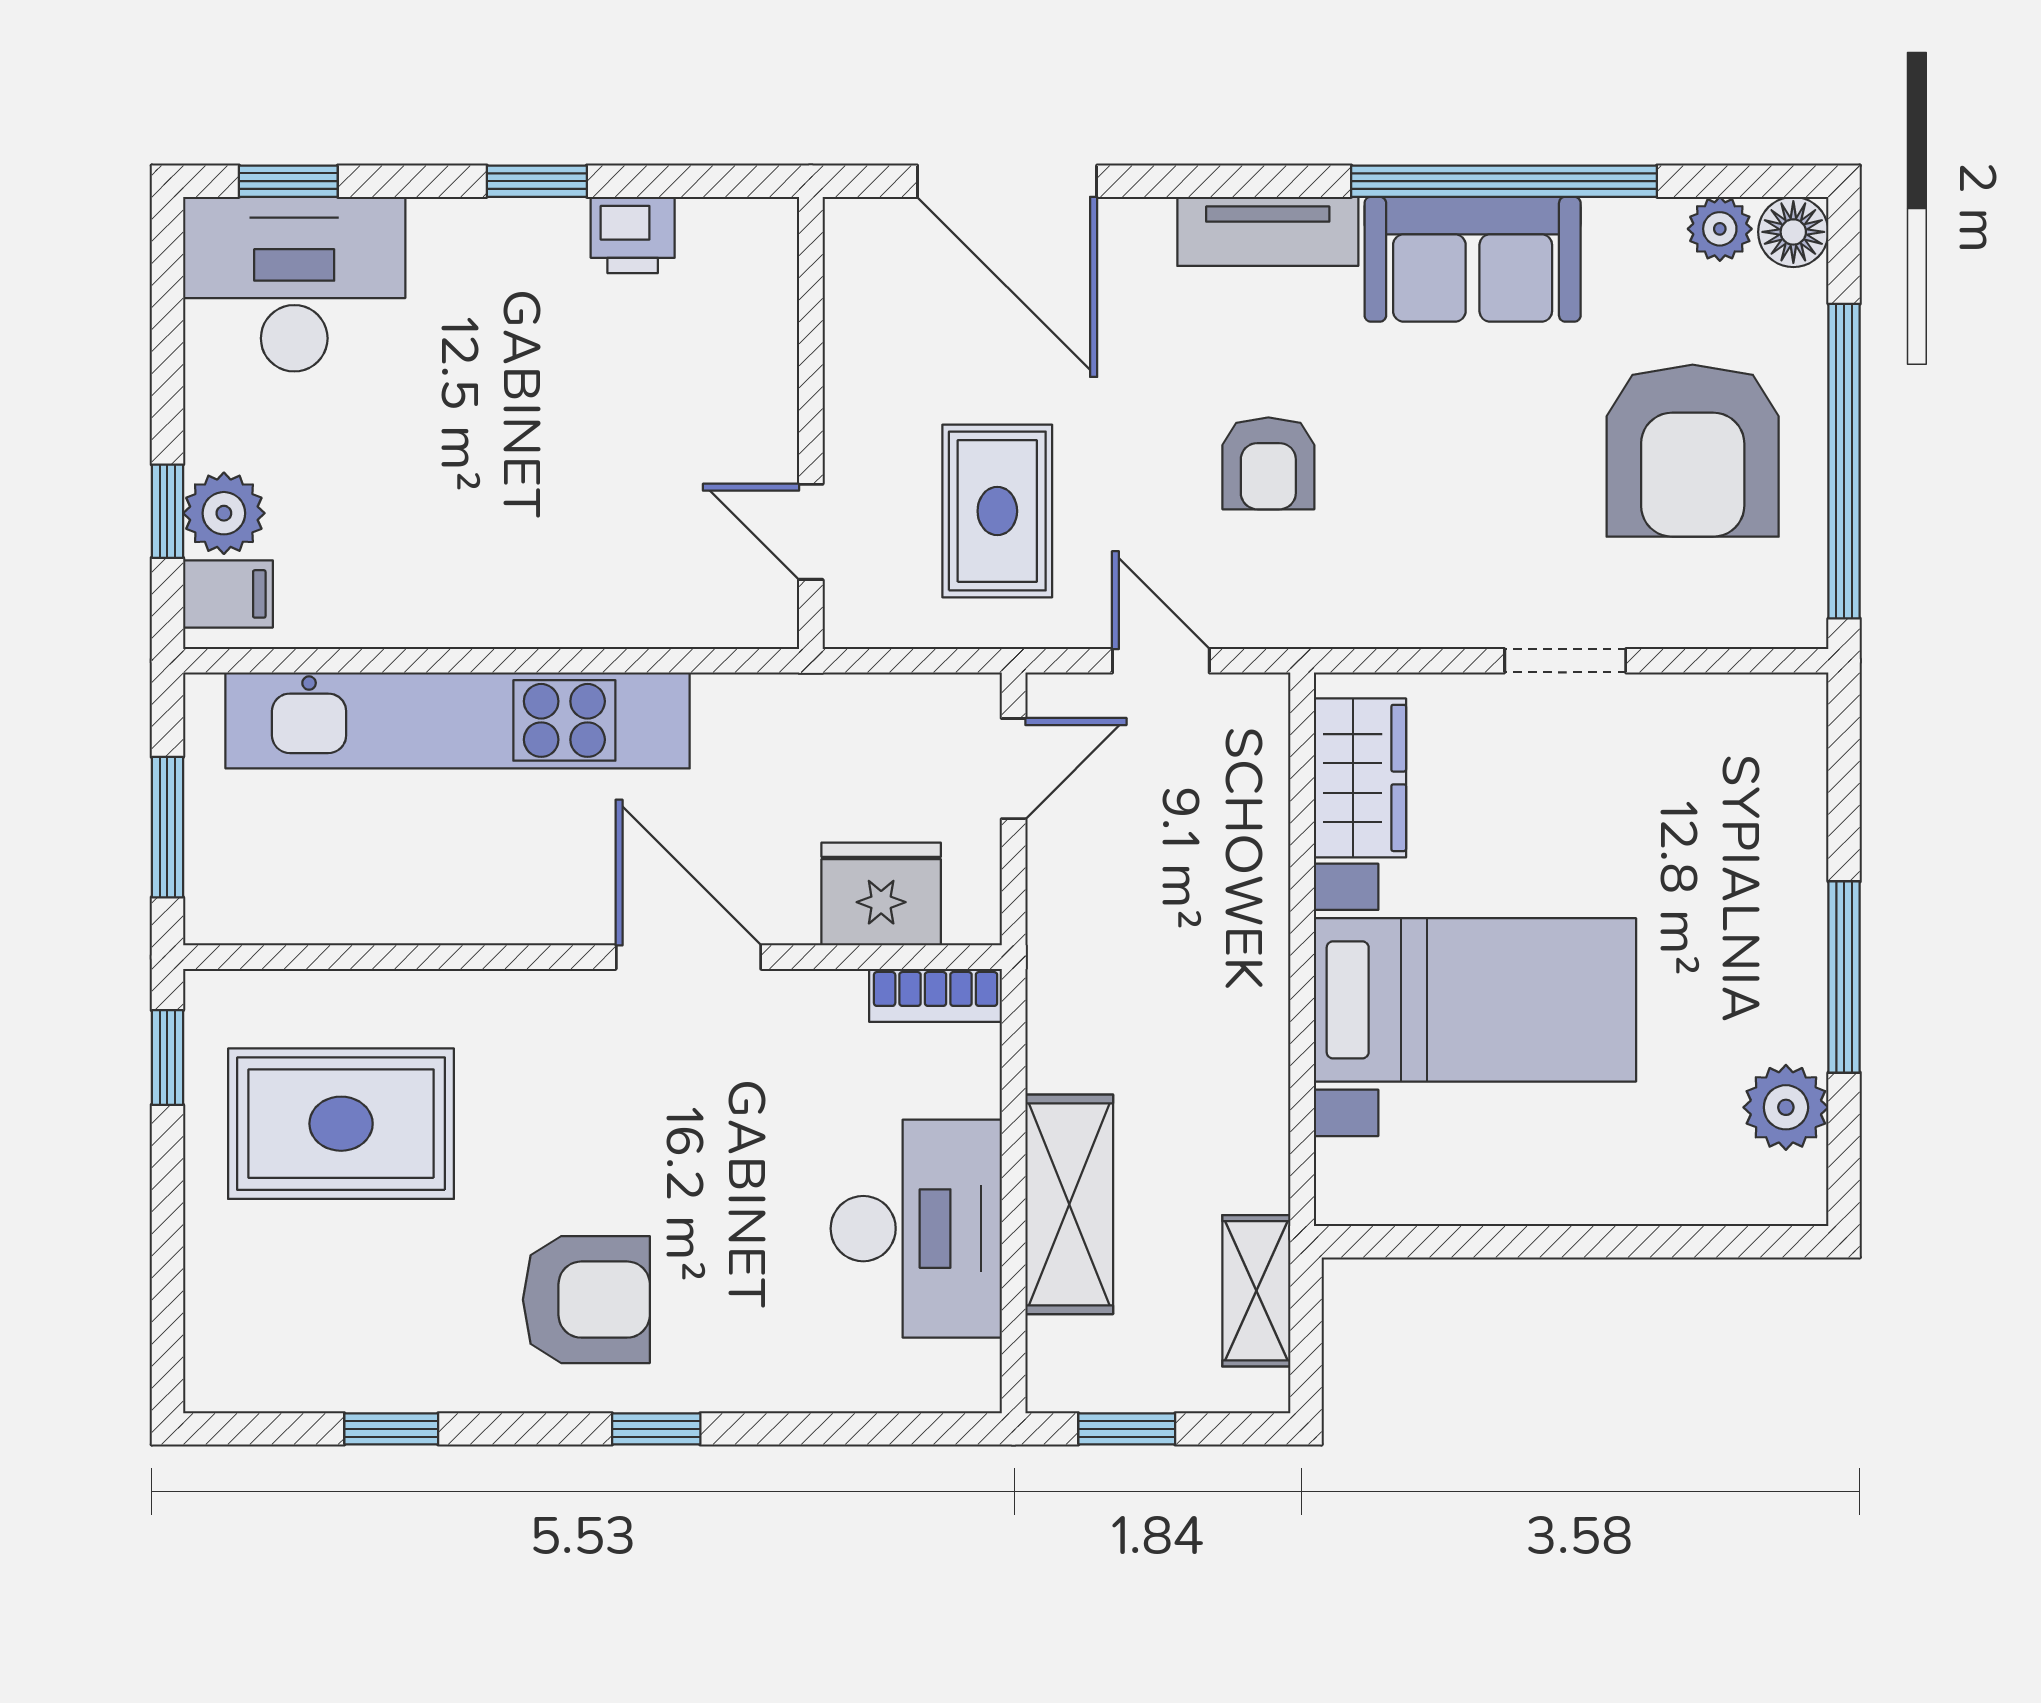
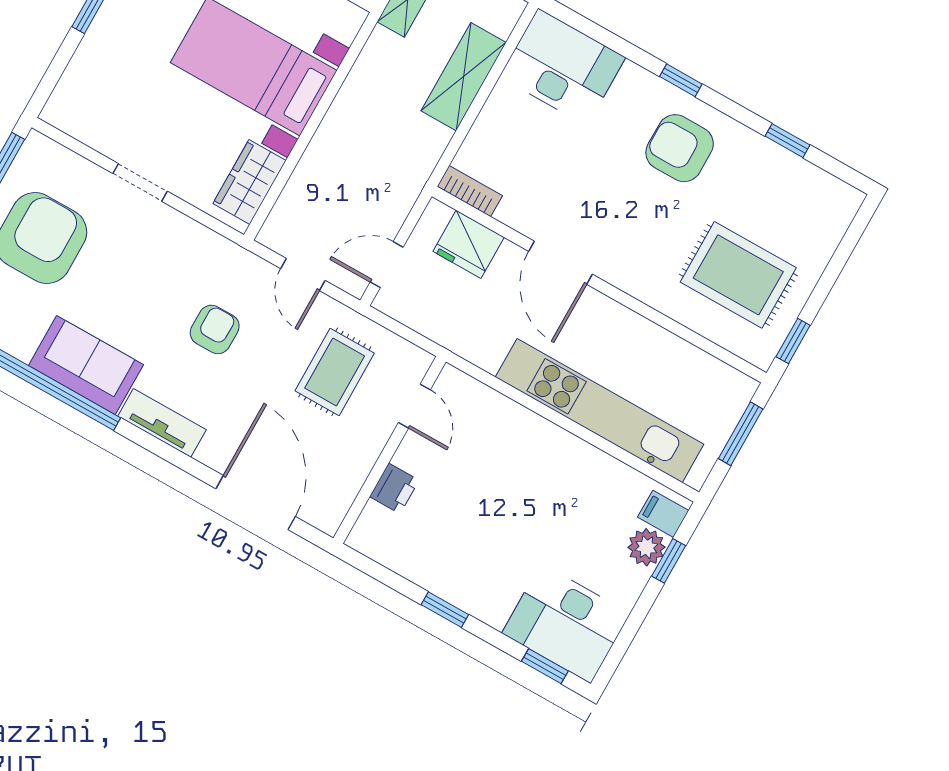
printer: (633, 235) -> (394, 488), moved, turned 90
desk: (916, 1229) -> (563, 67), moved, turned 90

